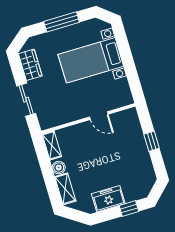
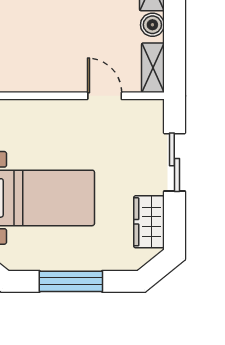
door: (99, 116) -> (105, 96), moved

